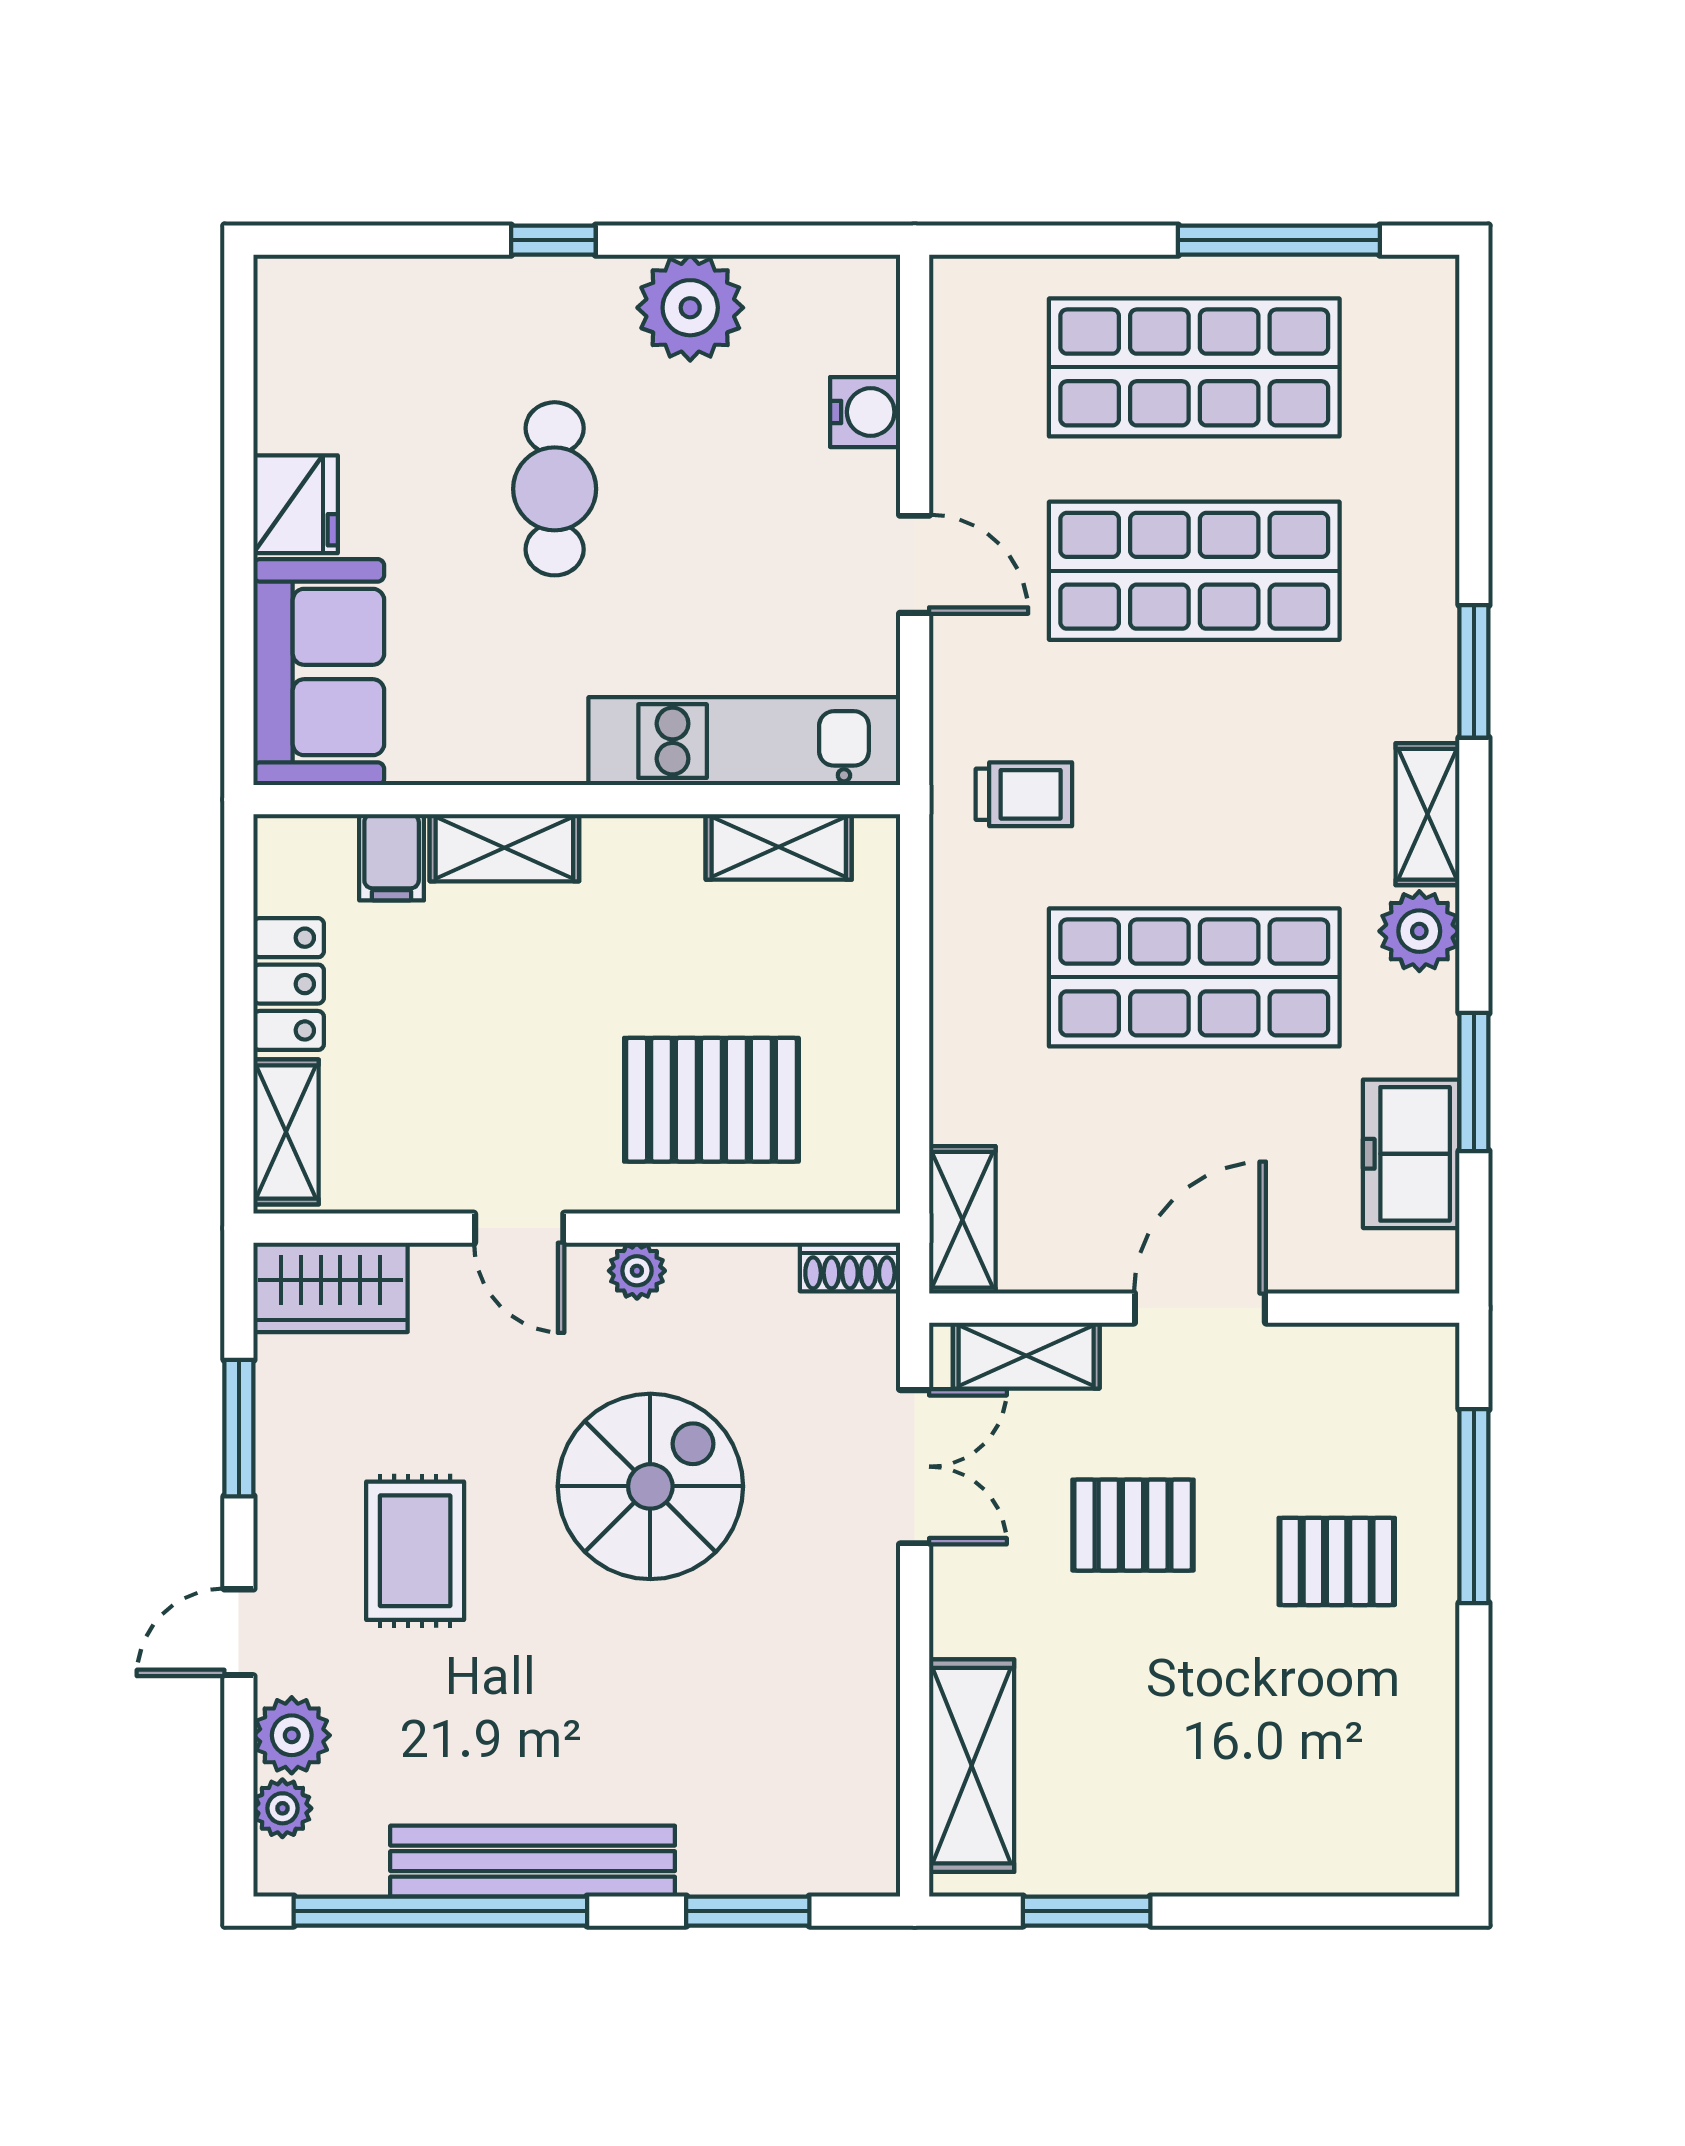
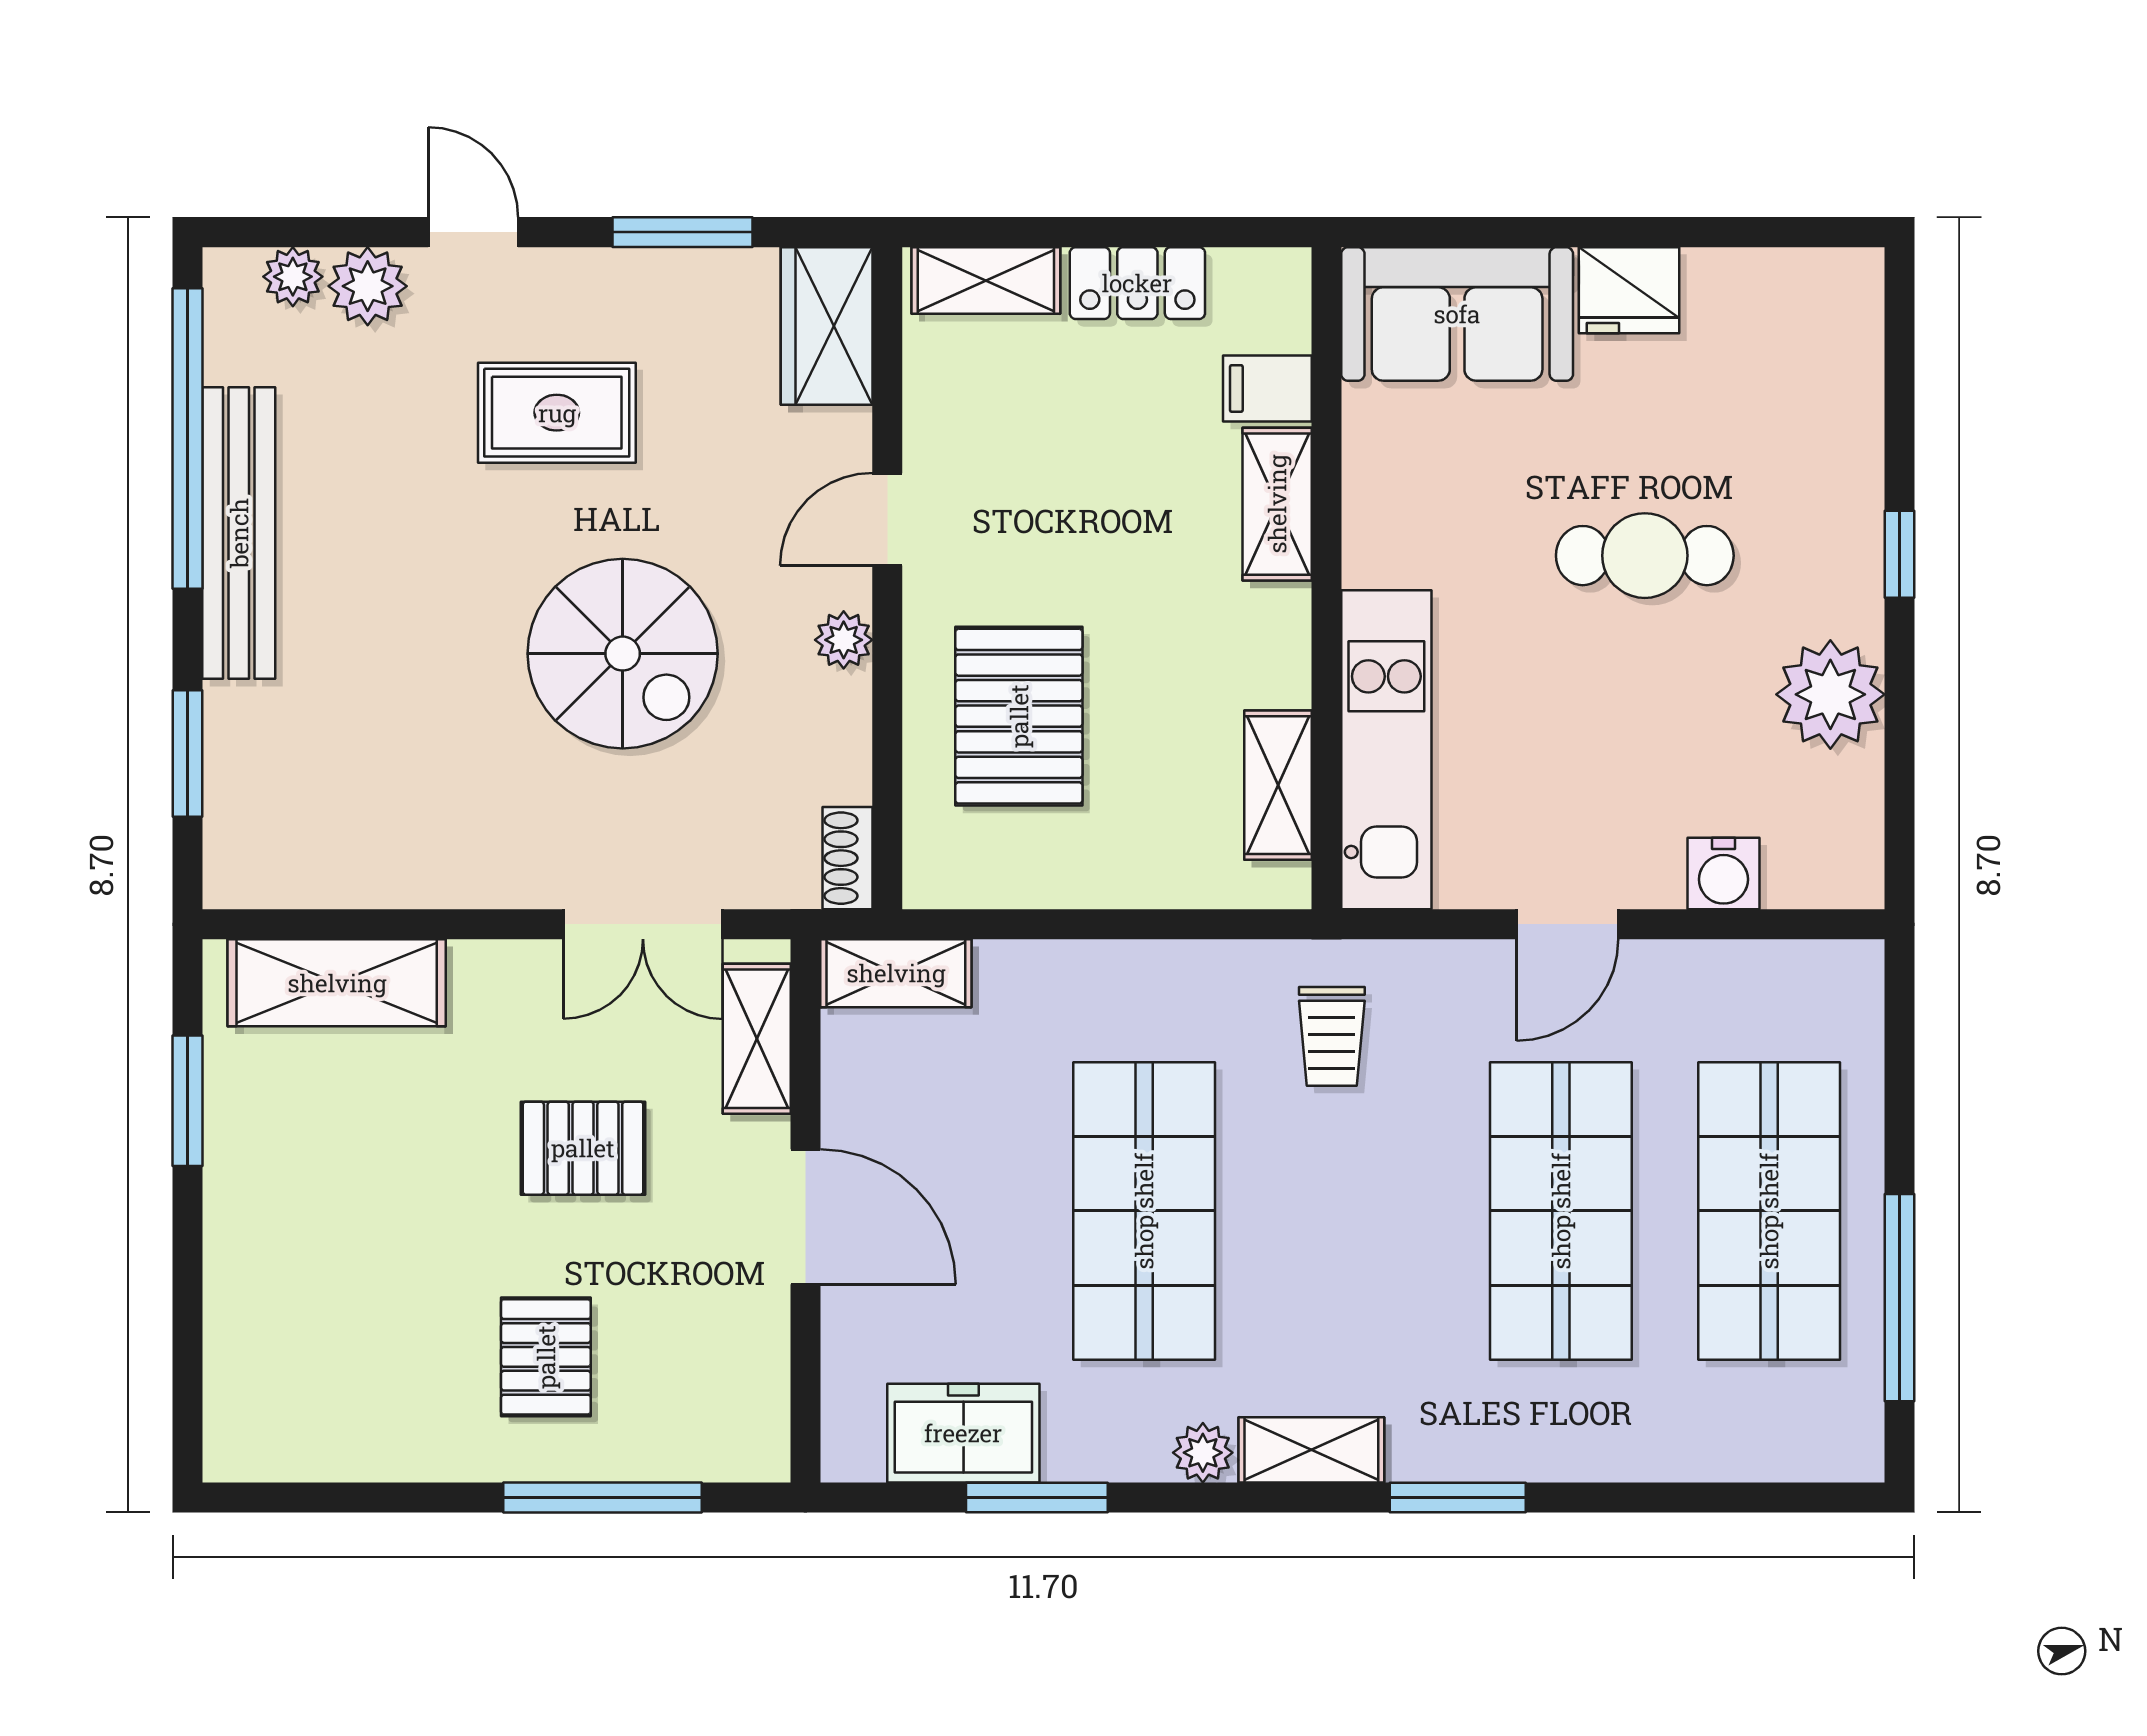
plant: (1419, 931) -> (1203, 1453), width x0.73, depth x0.73
pallet: (1133, 1525) -> (583, 1148), turned 90

